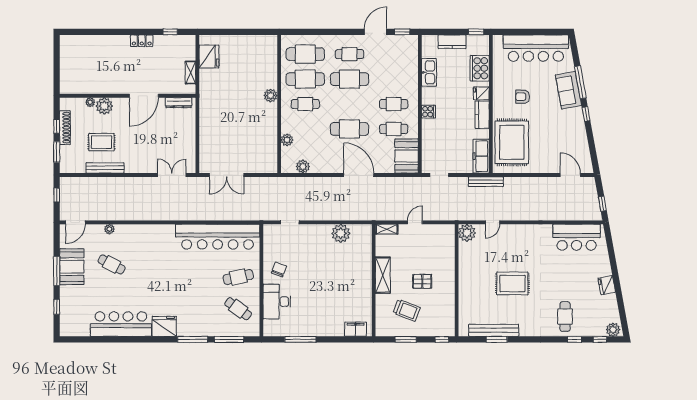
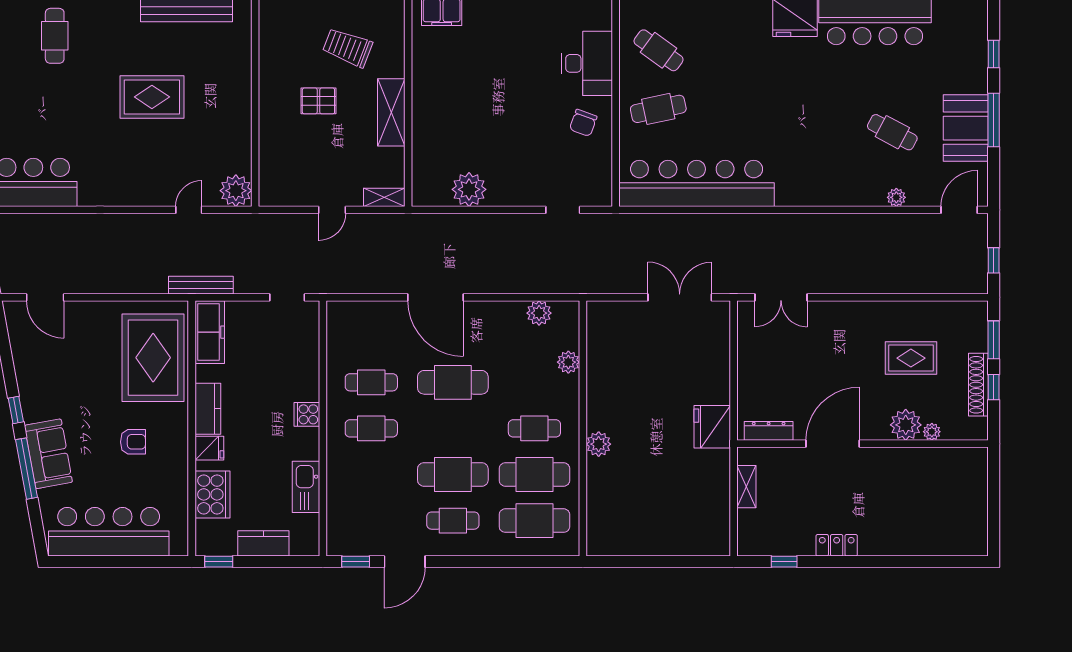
fridge: (209, 57) -> (712, 427), moved
booth: (407, 156) -> (347, 332), removed
bench: (105, 168) -> (904, 310), removed

